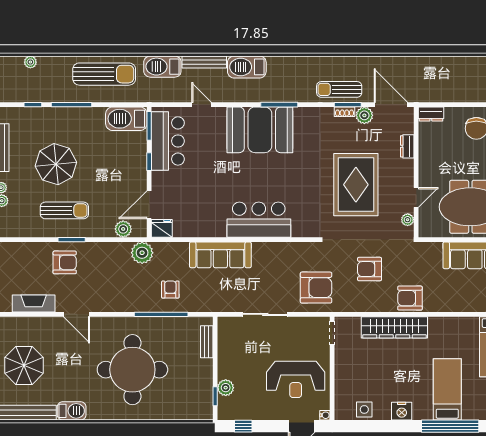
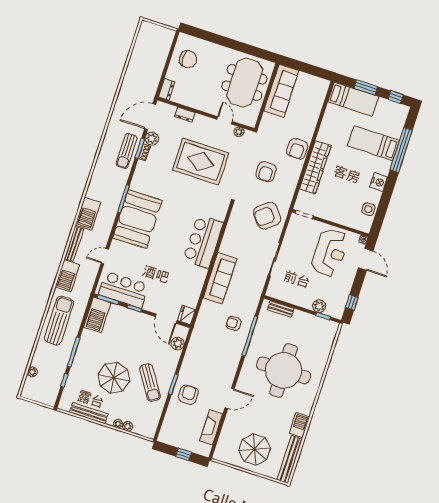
sun lounger: (64, 210) -> (150, 383), turned 147
plant: (142, 253) -> (200, 335), removed
armchair: (316, 288) -> (267, 216), turned -128

